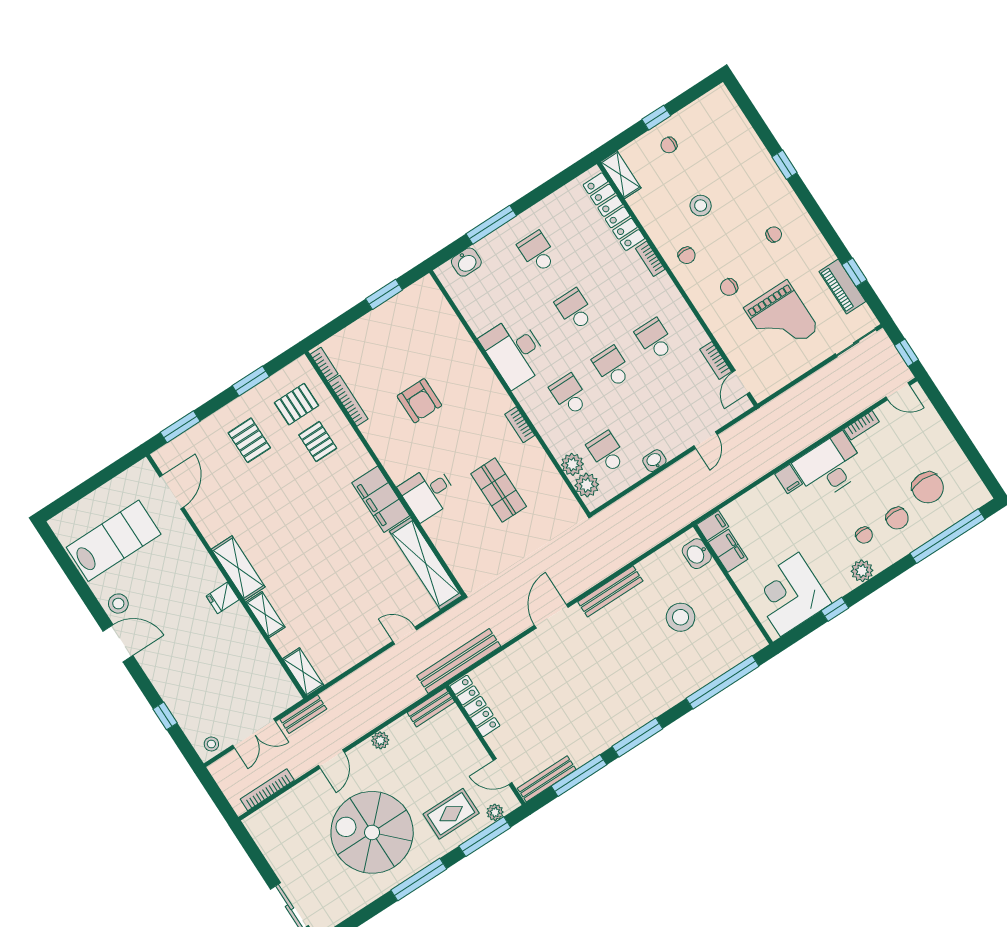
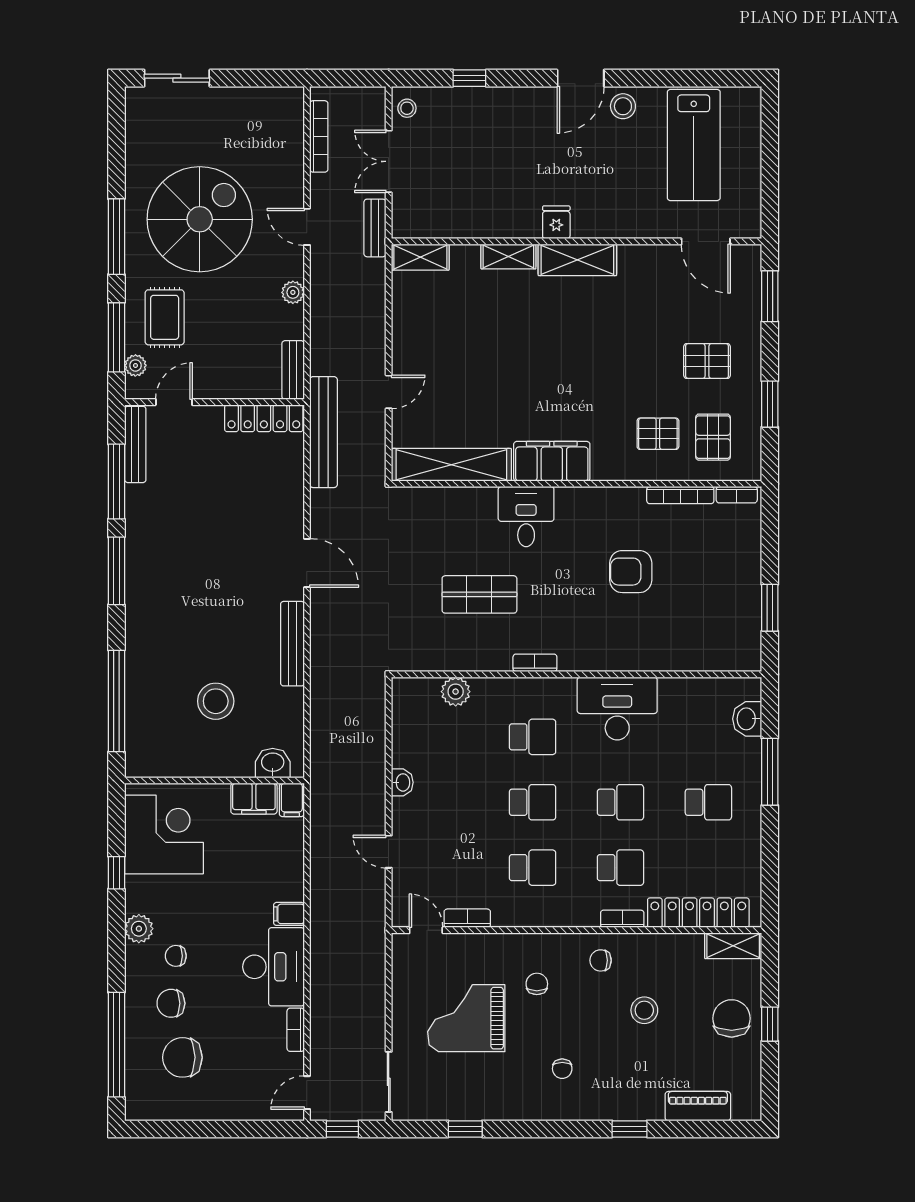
chair: (669, 145) -> (732, 1018), width x1.87, depth x1.87
piano: (842, 286) -> (698, 1106), moved
school desk: (607, 452) -> (620, 868), moved
plant: (587, 485) -> (423, 693), removed

